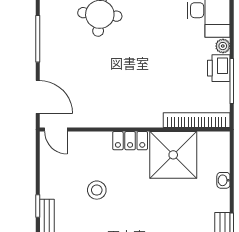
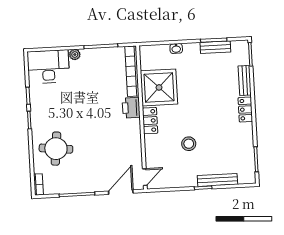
printer: (219, 68) -> (131, 108), moved, turned 90

